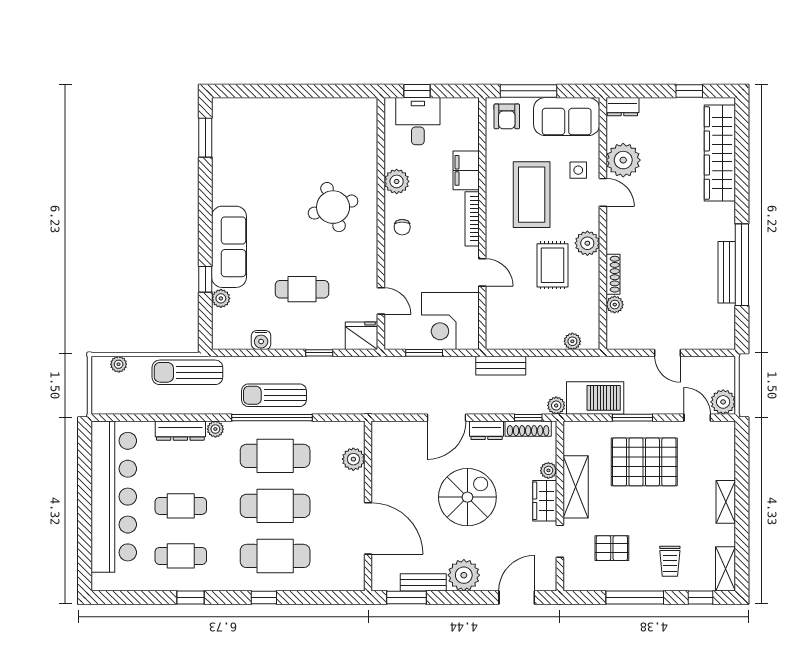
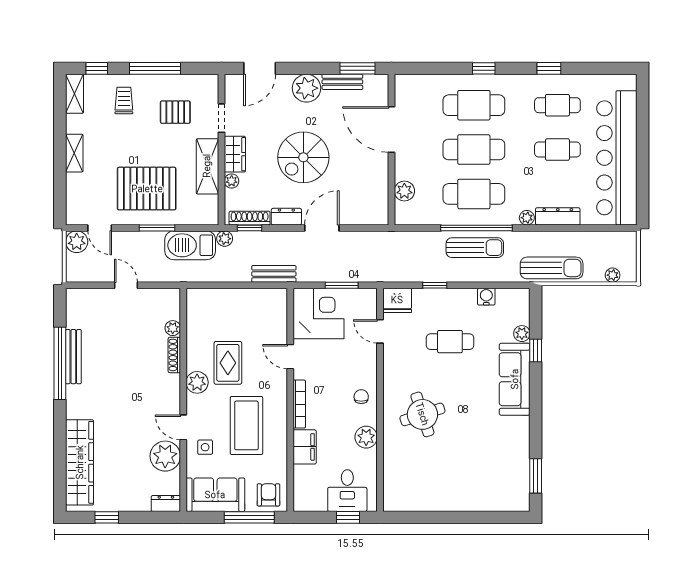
plant: (572, 341) -> (210, 295), removed

